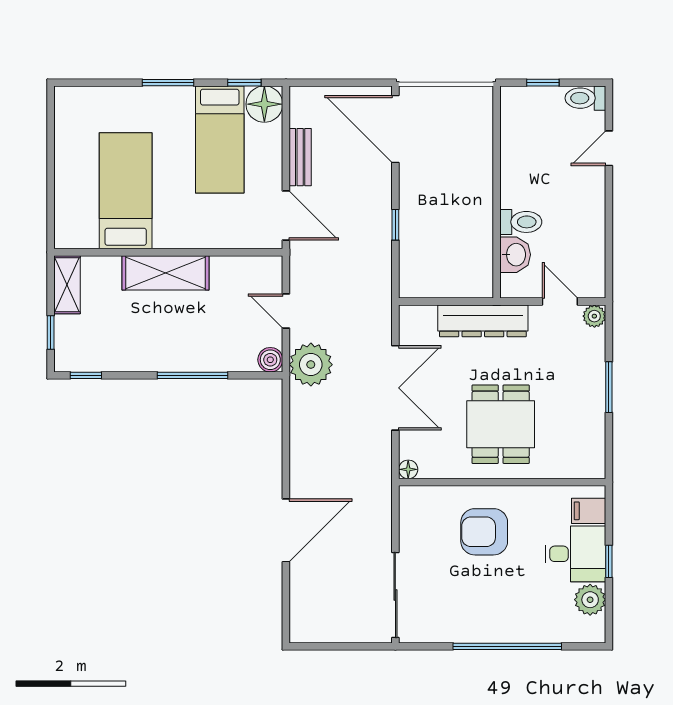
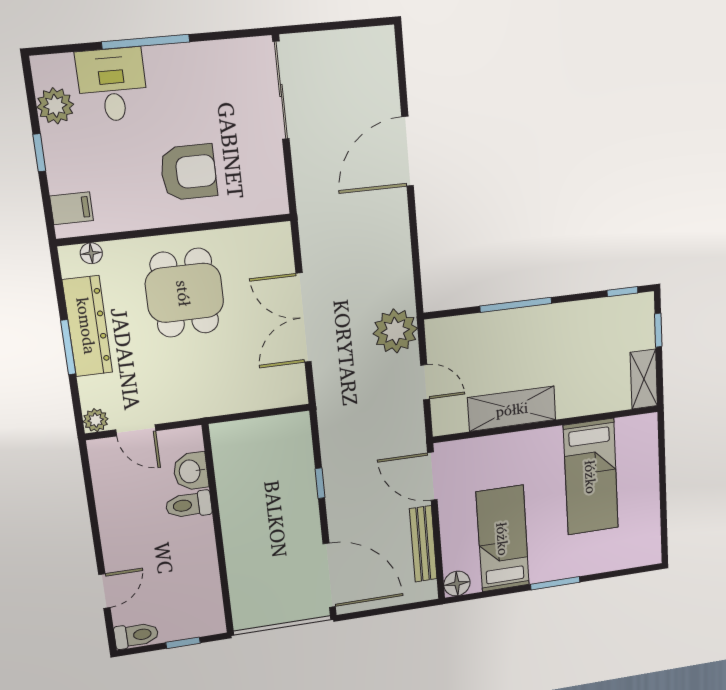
window: (244, 83) -> (482, 595), removed
floor lamp: (264, 104) -> (457, 584), width x0.73, depth x0.73
bench: (300, 157) -> (423, 544), width x1.36
shelving: (166, 273) -> (512, 409), moved
dresser: (483, 321) -> (87, 326), moved, turned 90
boiler: (270, 360) -> (438, 331), removed
floor lamp: (408, 469) -> (91, 253), moved
desk: (575, 554) -> (112, 85), moved, turned 90
window: (507, 646) -> (146, 42), width x0.68

